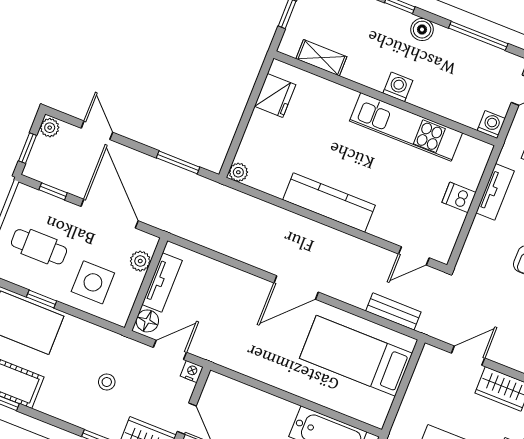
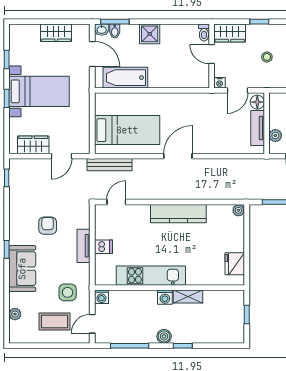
shelving: (321, 58) -> (188, 297), moved
tv unit: (495, 192) -> (84, 246), moved
bench: (393, 311) -> (110, 165), width x1.36

